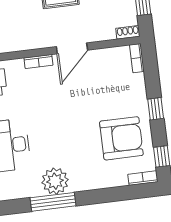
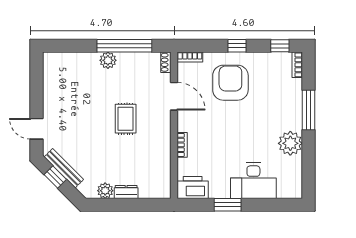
door: (72, 48) -> (174, 96), moved
armchair: (121, 138) -> (230, 83), moved
window: (53, 202) -> (308, 110), moved

